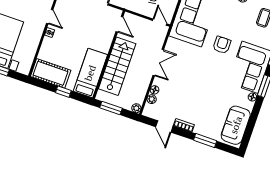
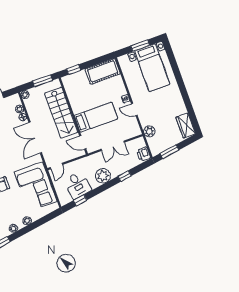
door: (160, 22) -> (56, 166), hinge flipped
double door: (158, 62) -> (35, 138), width x1.37
bed: (90, 73) -> (96, 117), moved, turned -90
window: (63, 92) -> (74, 70), moved

